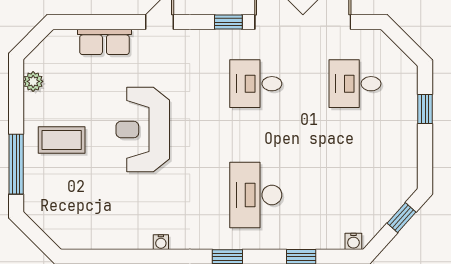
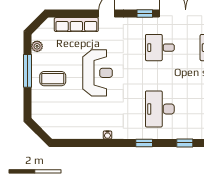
row of seats: (104, 42) -> (76, 25), width x1.48
reception desk: (143, 129) -> (97, 73), turned 180
window: (16, 164) -> (28, 71), moved

